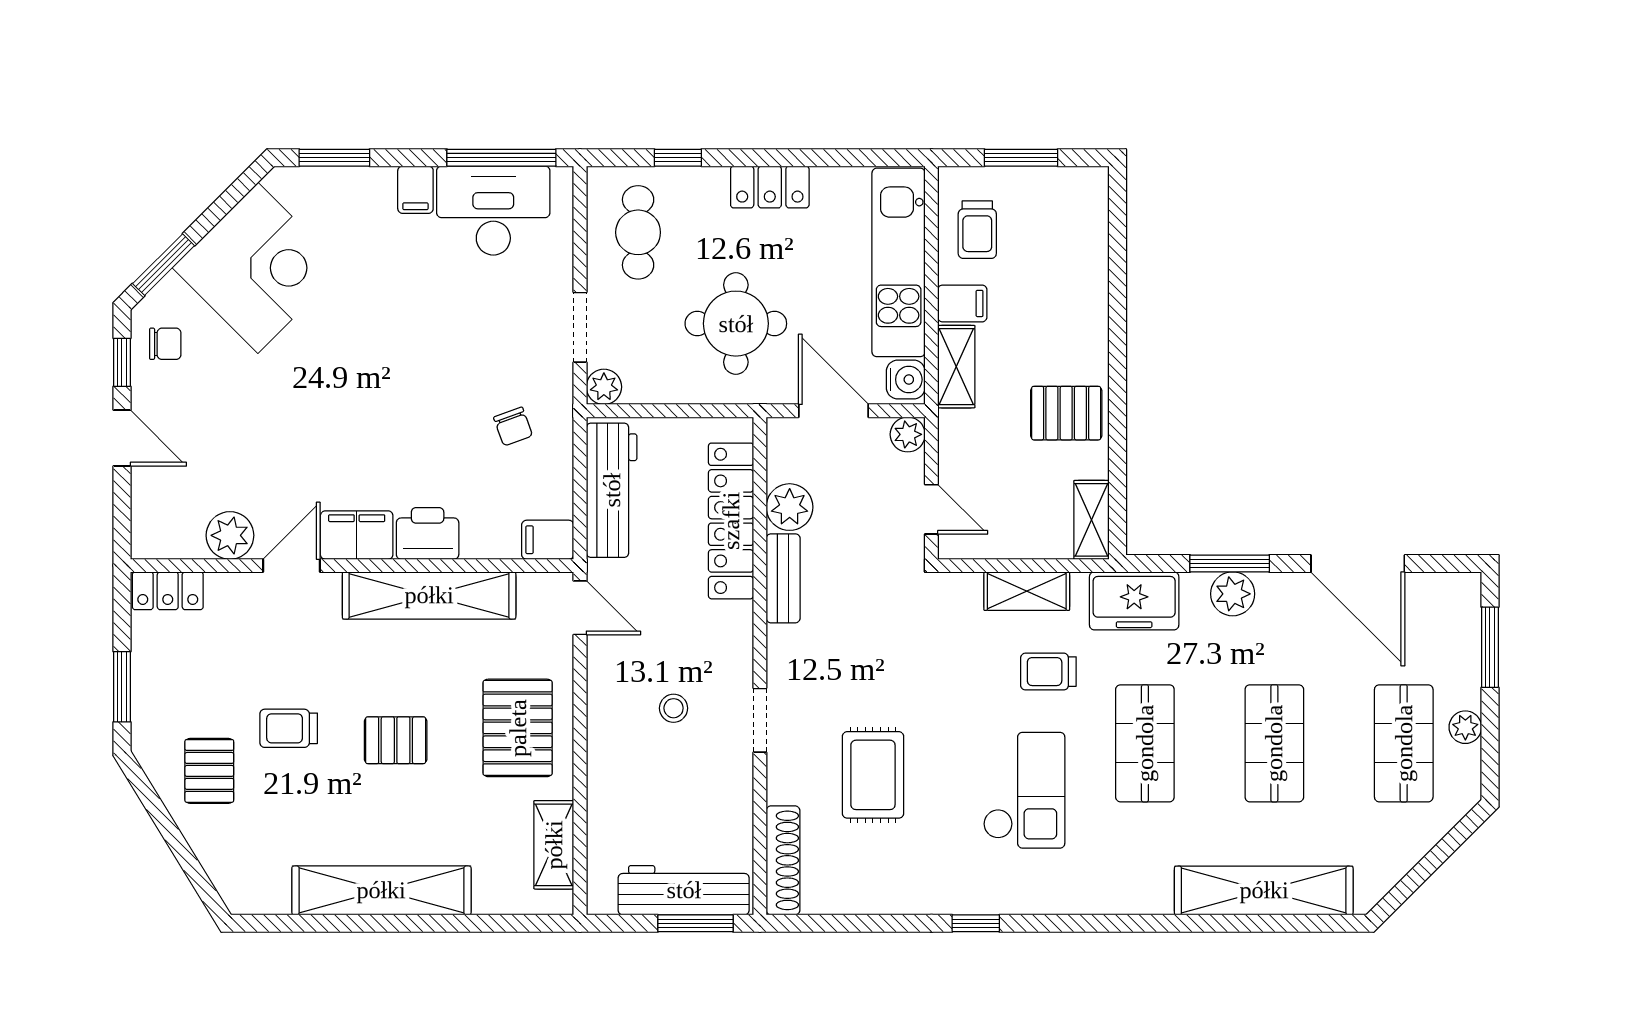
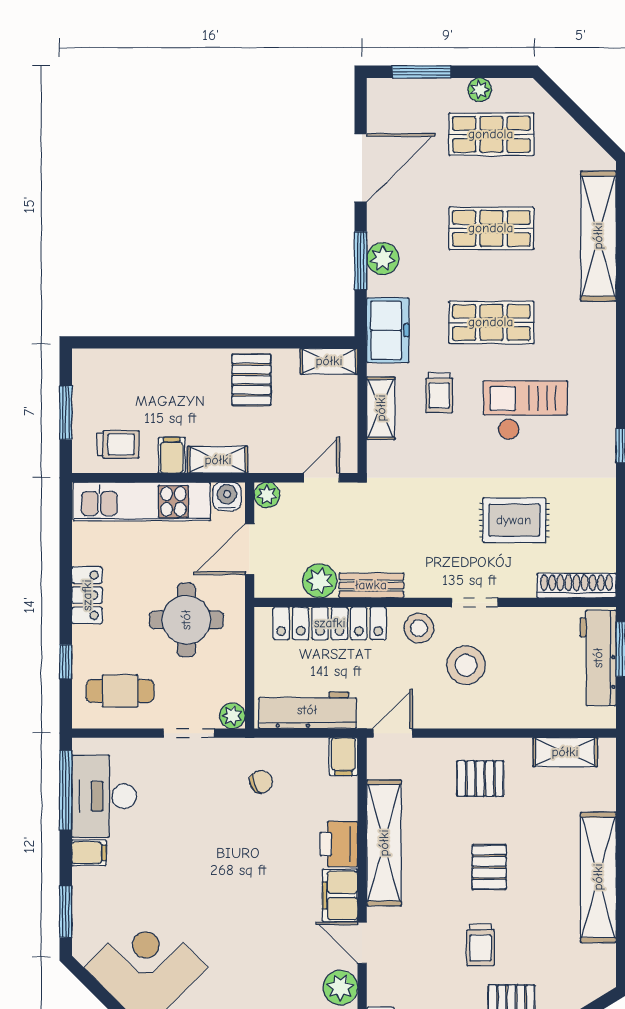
stool: (724, 644) -> (419, 628), added
stool: (674, 708) -> (466, 665), width x1.89, depth x1.89
pallet: (518, 728) -> (480, 779), width x0.67, depth x0.71

